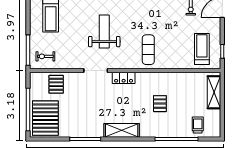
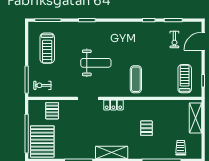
weight bench: (104, 32) -> (96, 63), turned 90

